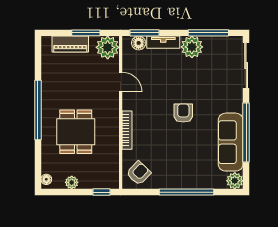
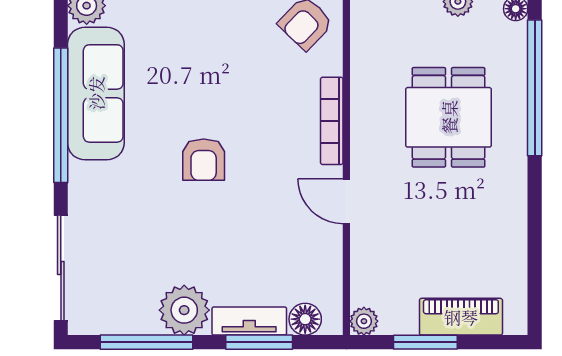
window: (145, 33) -> (259, 342), moved
plant: (108, 47) -> (364, 321), width x0.53, depth x0.53
door: (121, 82) -> (346, 201), moved
window: (38, 110) -> (535, 88), moved

